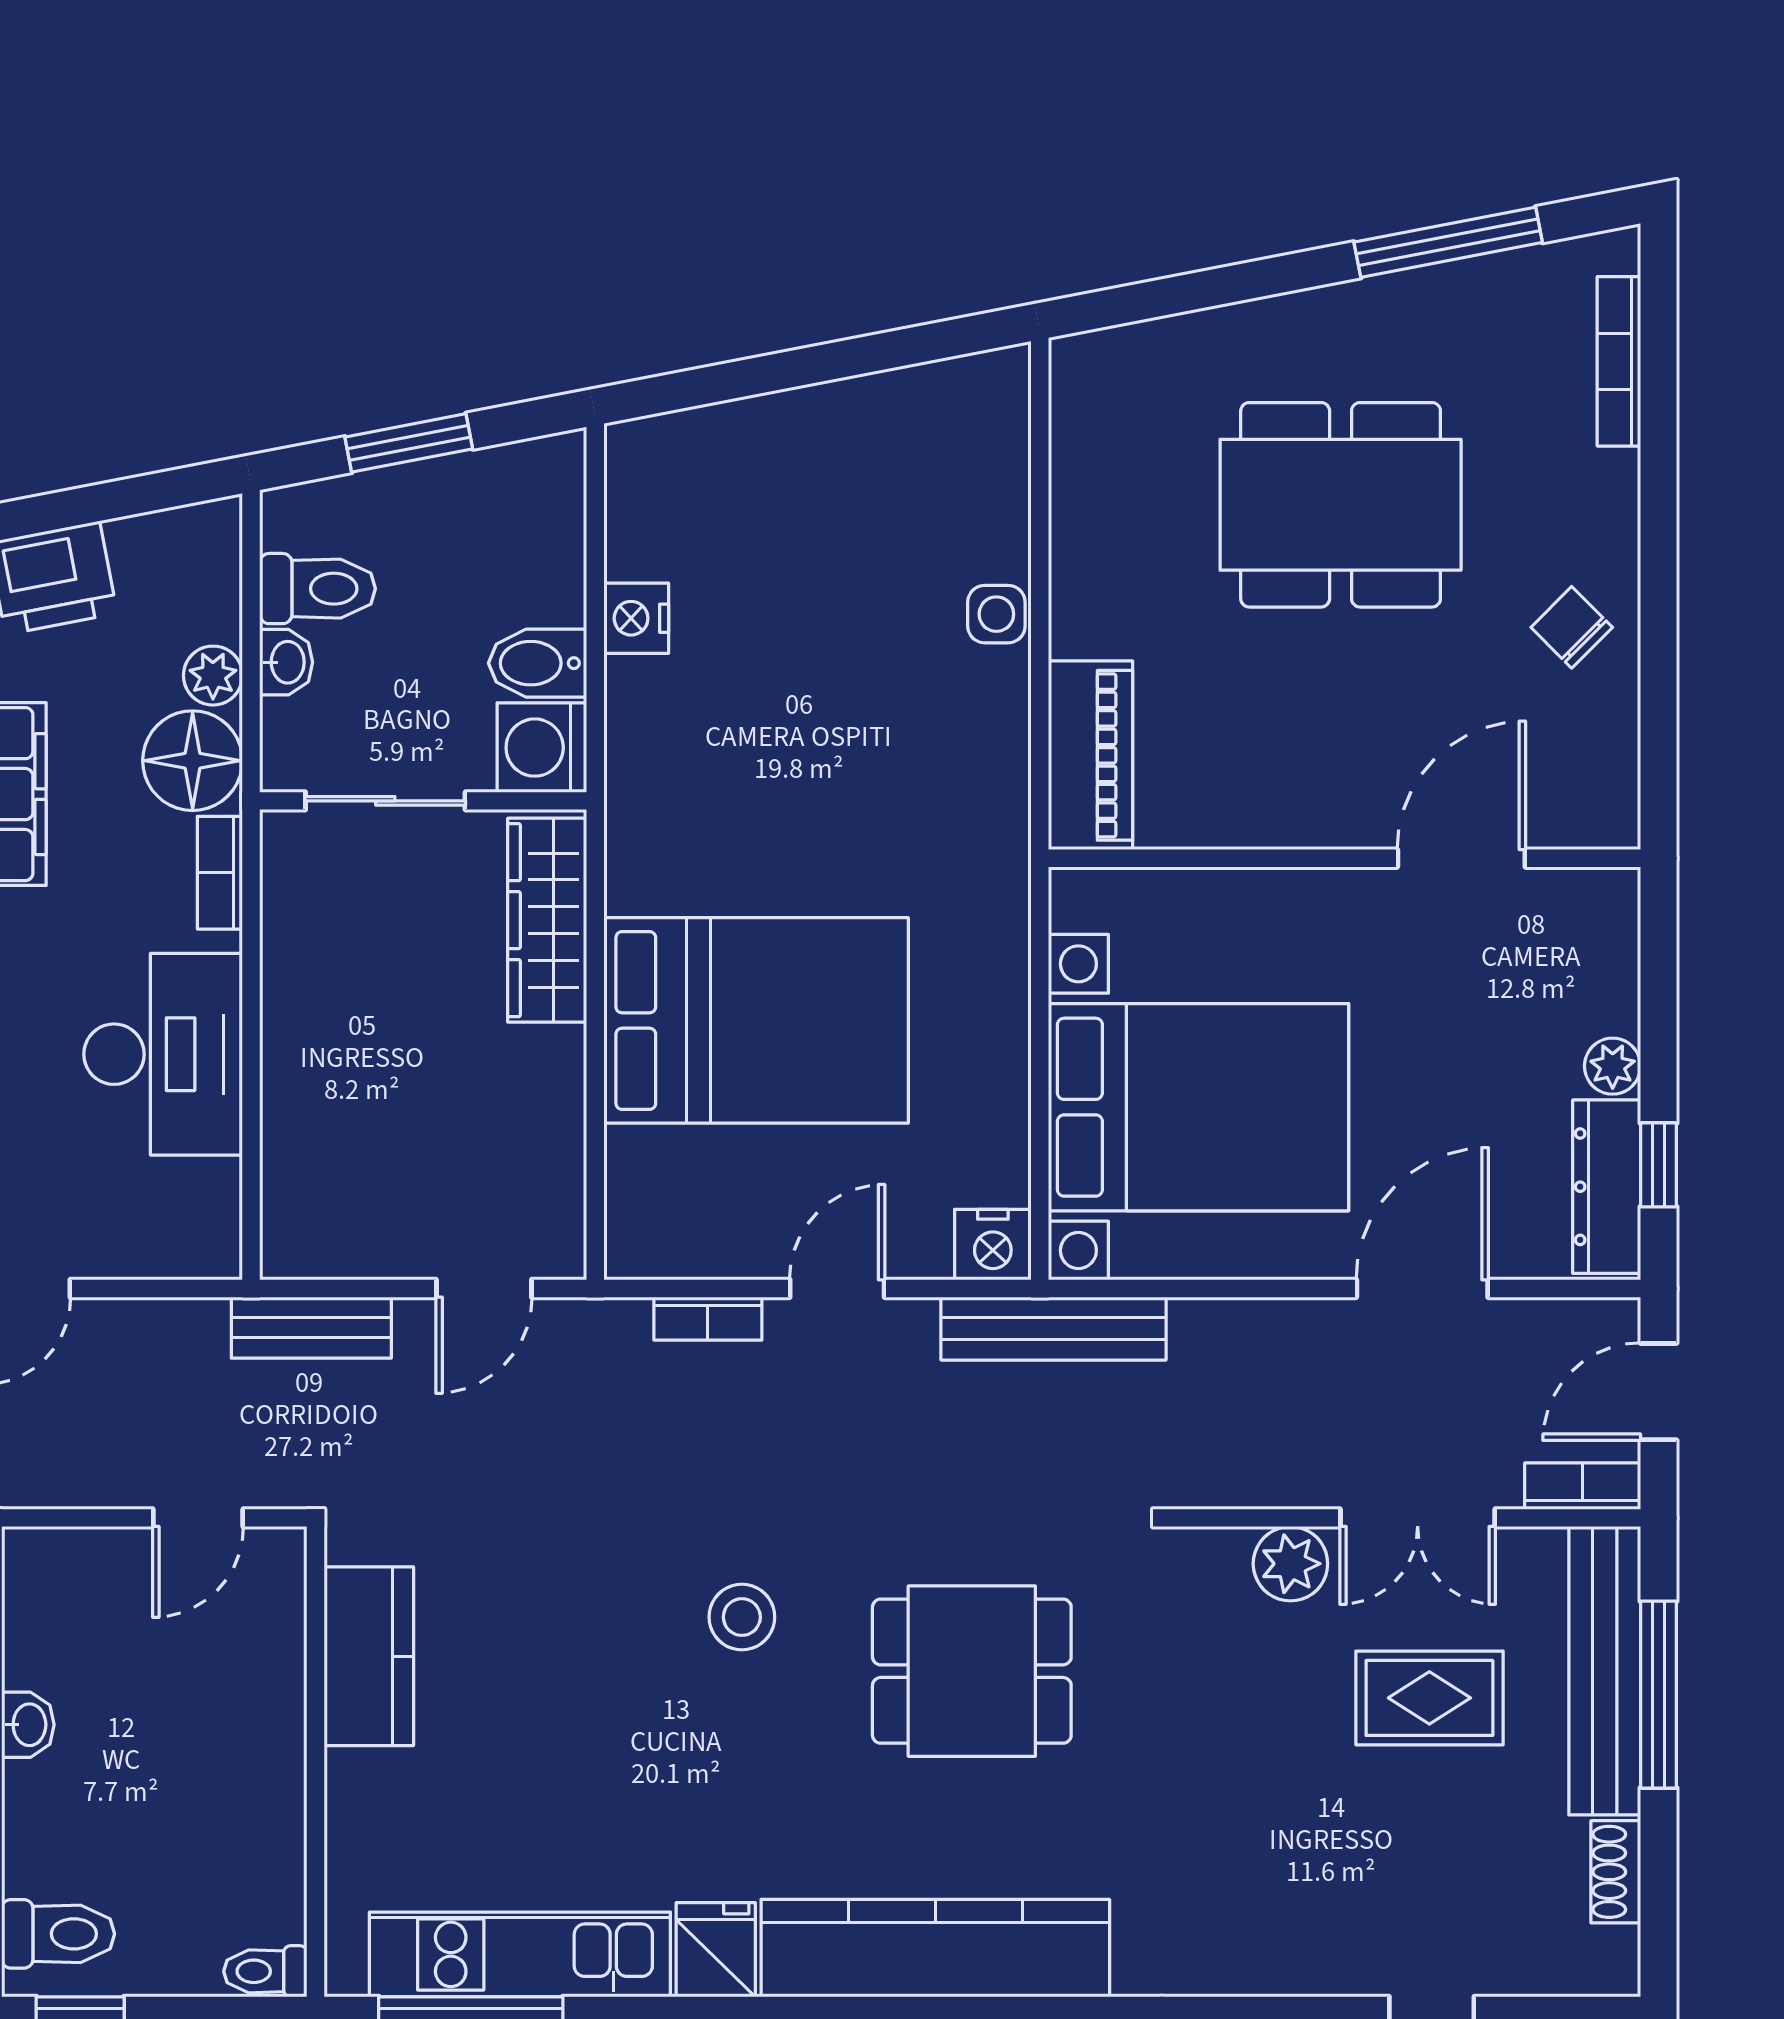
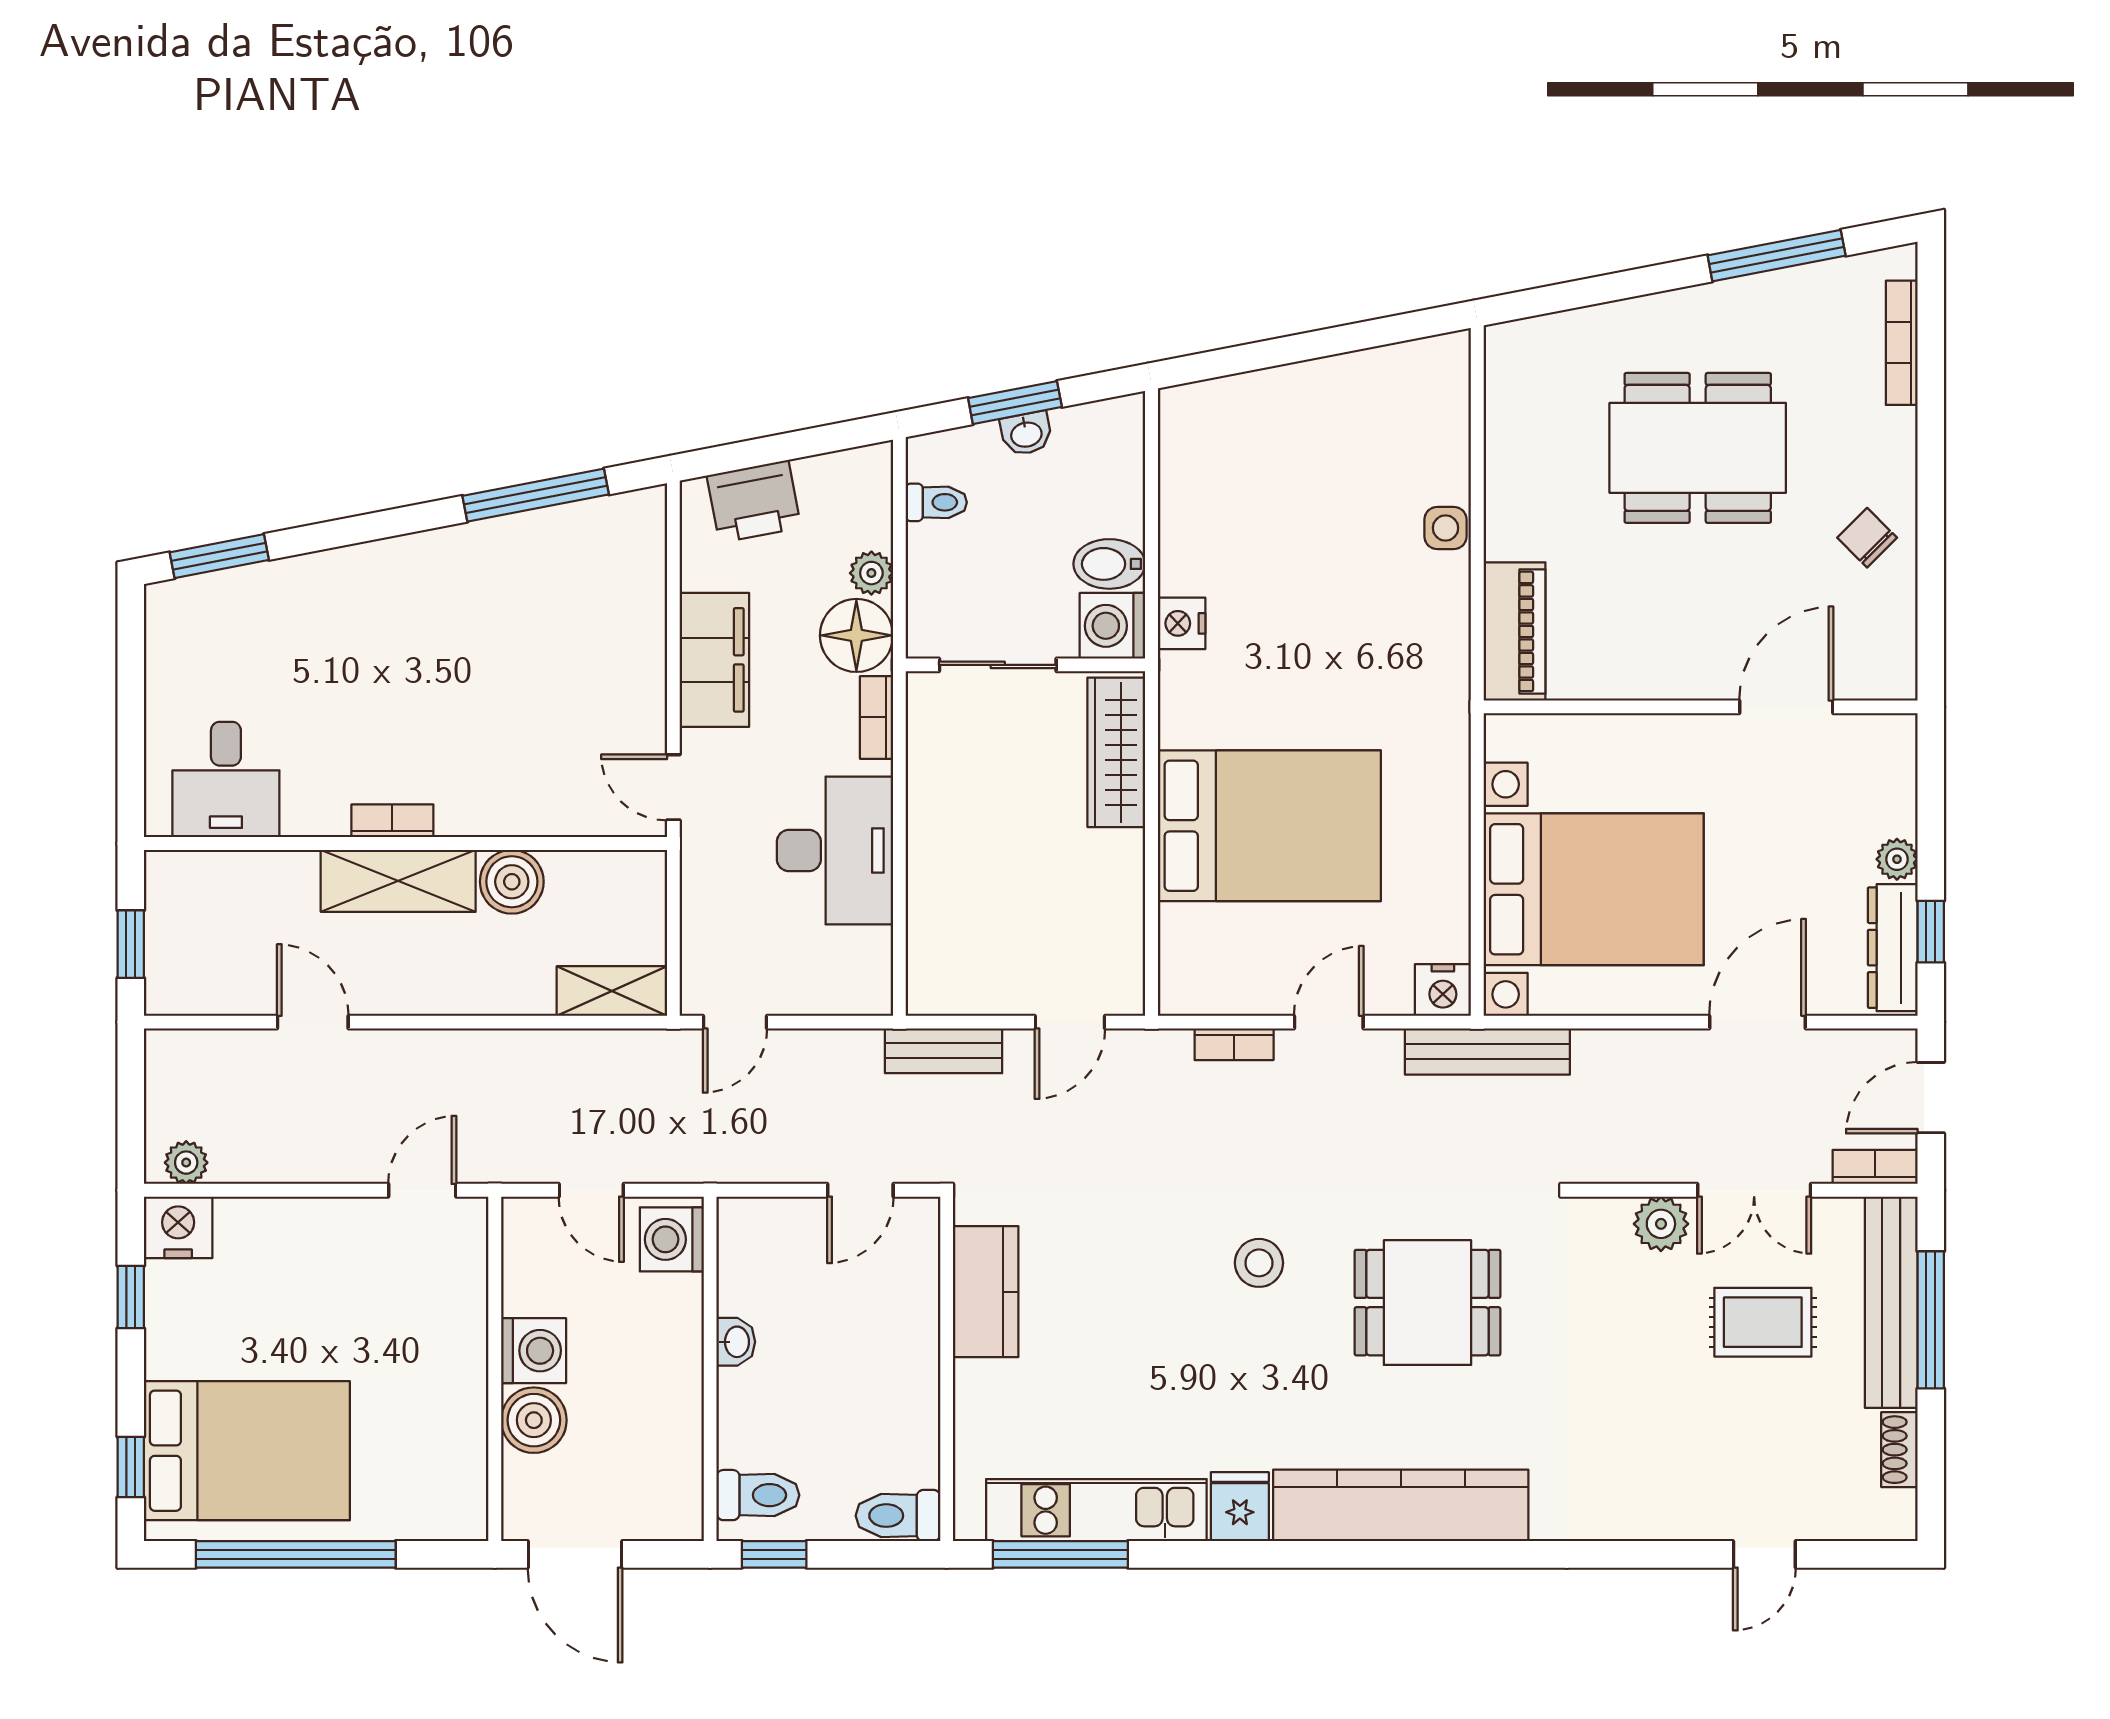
toilet: (318, 589) -> (936, 502), width x0.73, depth x0.72
nightstand: (636, 618) -> (1182, 623), moved
washbasin: (286, 662) -> (1026, 433), moved, turned 79
toilet: (265, 1971) -> (898, 1516), width x1.37, depth x1.39

